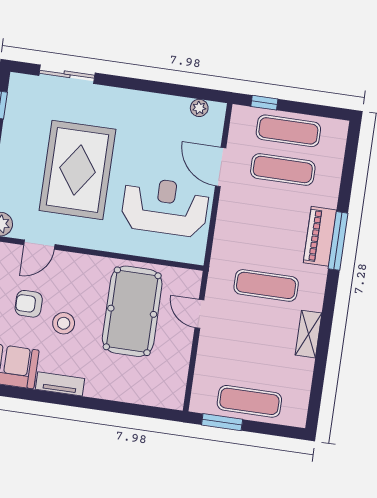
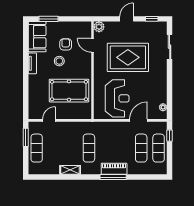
door: (199, 314) -> (49, 120), moved

